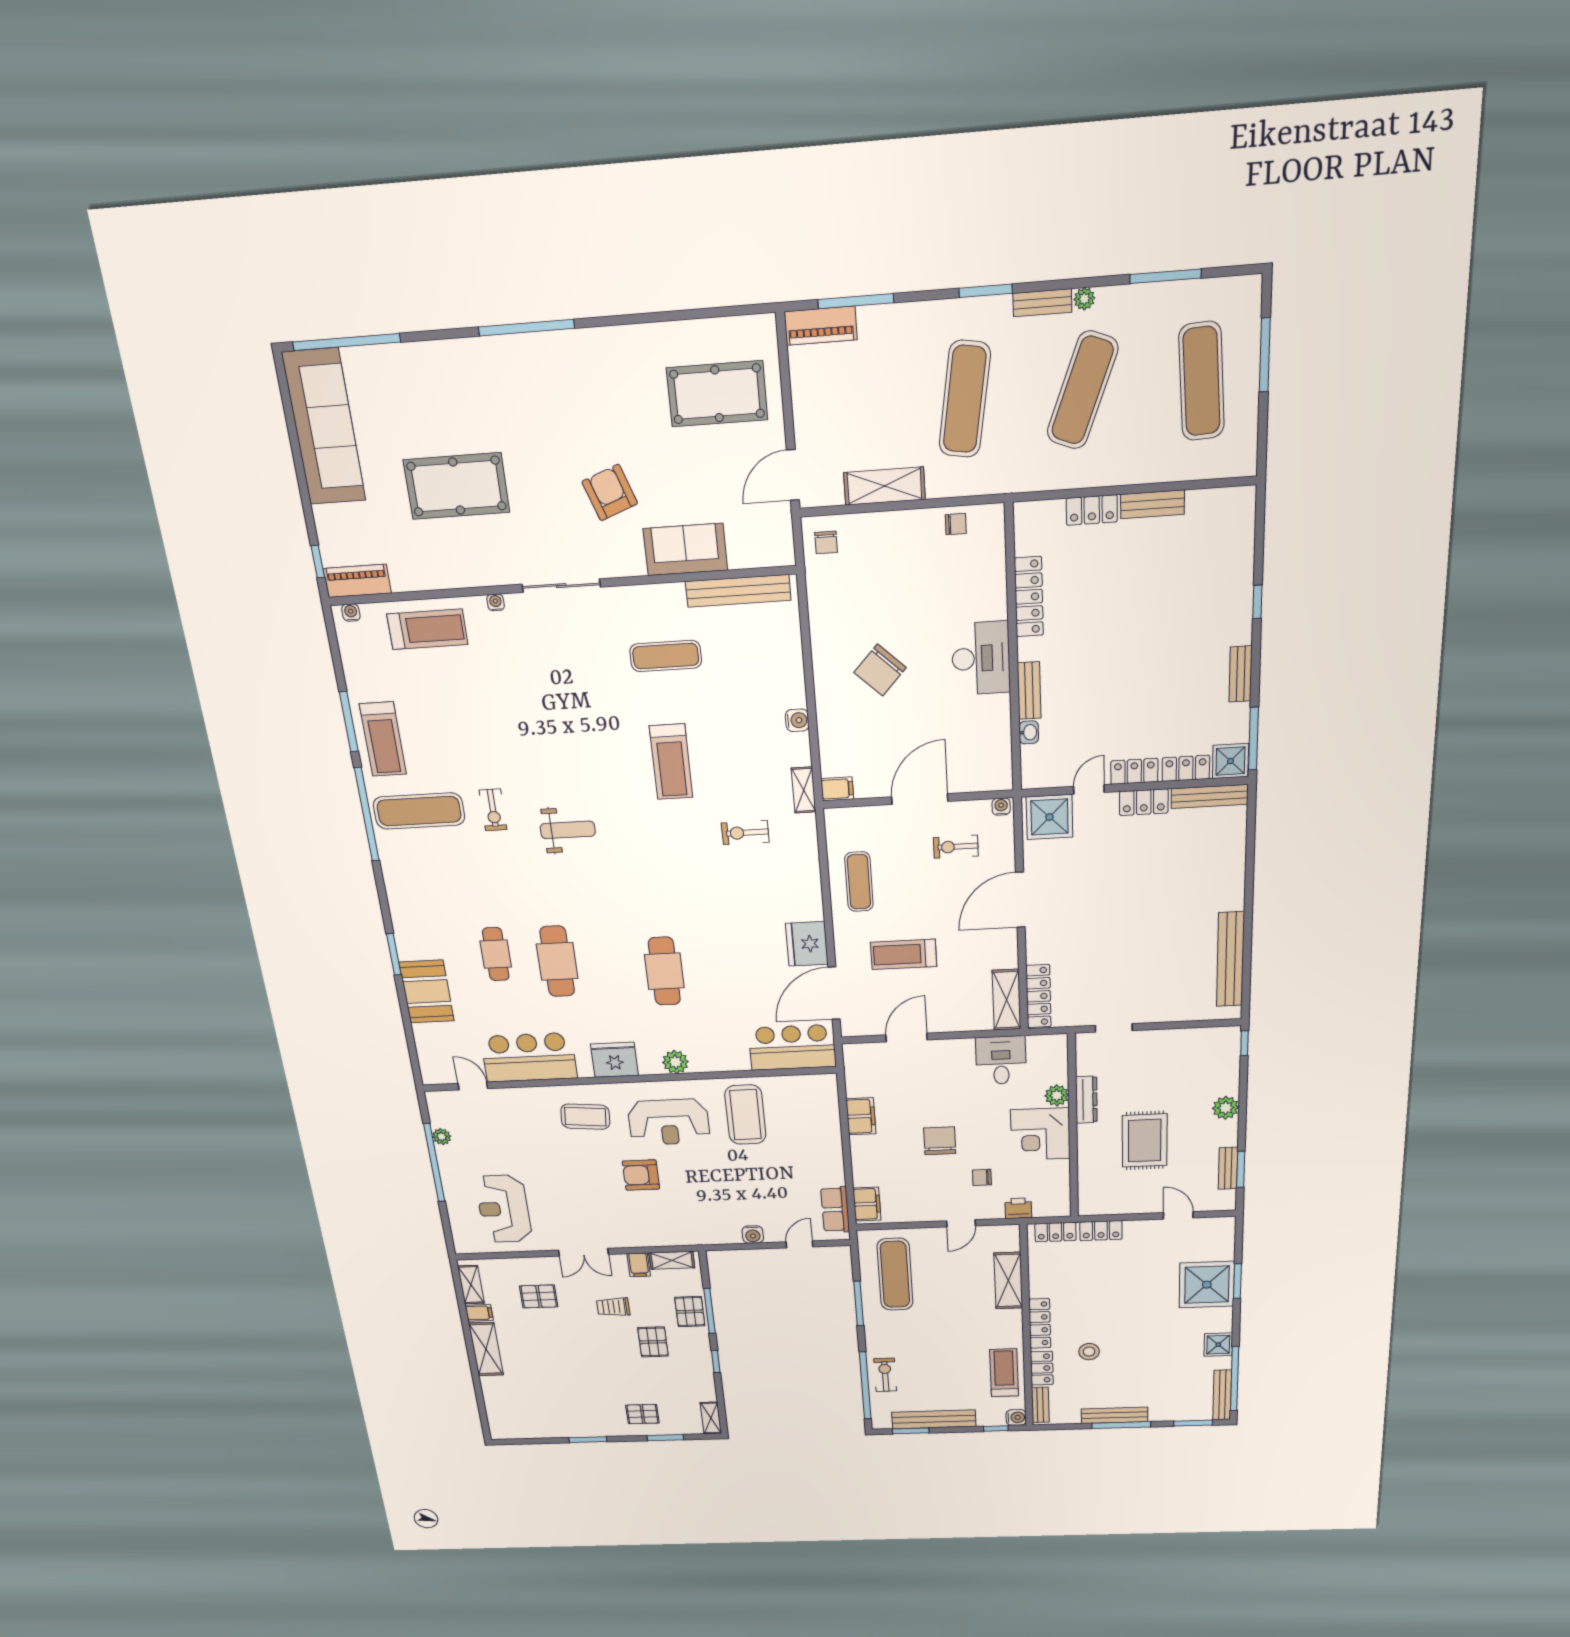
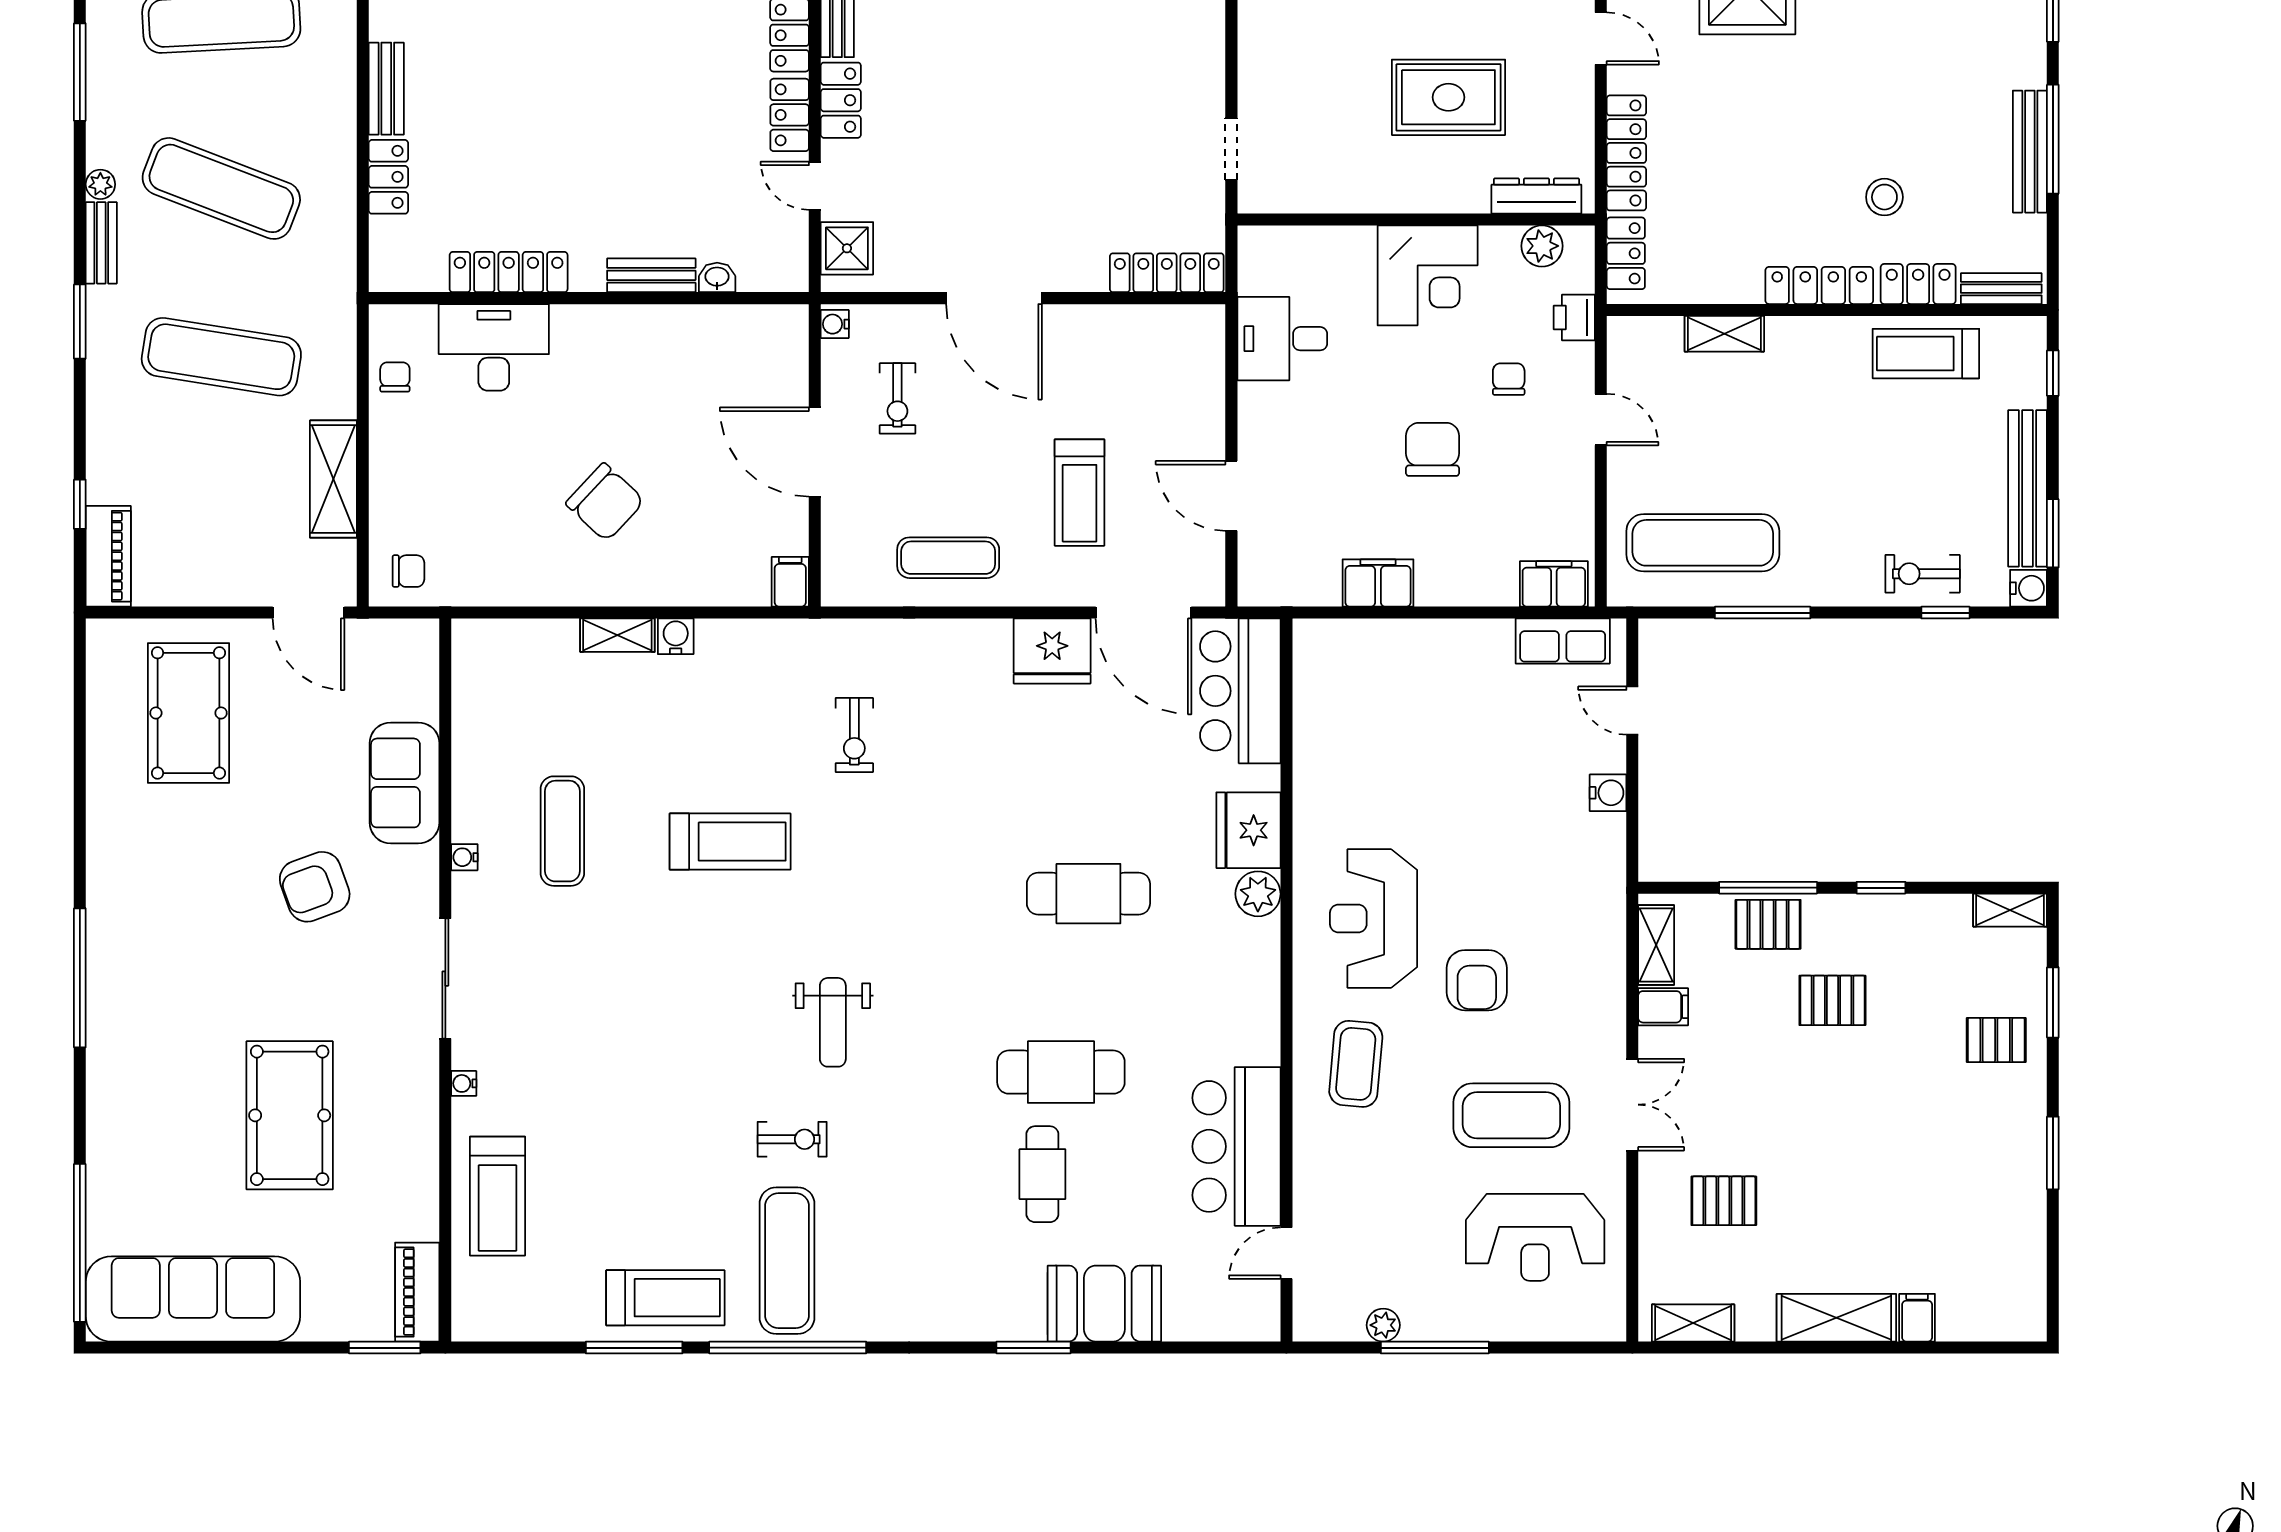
window: (856, 301) -> (80, 504), width x0.46
window: (318, 562) -> (385, 1348), width x1.50
bench: (738, 591) -> (471, 709), removed
water cooler: (351, 613) -> (464, 857), moved
treadmill: (427, 629) -> (498, 1196), turned 180
desk: (981, 658) -> (494, 347), moved
shelving: (804, 790) -> (617, 635), moved
shower: (1049, 817) -> (847, 248), width x0.73, depth x0.73
weight bench: (568, 830) -> (833, 1022), turned 180
cafe table: (496, 954) -> (1042, 1174), turned 90
shelving: (1006, 1000) -> (1171, 326), removed
fridge: (614, 1060) -> (1248, 830), moved
plant: (1057, 1095) -> (1542, 246), moved
dresser: (1086, 1100) -> (1536, 196), moved
coffee table: (745, 1115) -> (1511, 1115), moved
reception desk: (669, 1122) -> (1374, 918), turned 180
chair: (940, 1141) -> (1432, 449), turned 90
window: (434, 1163) -> (1435, 1348), width x0.68
chair: (982, 1177) -> (1509, 379), turned 180
door: (1178, 1215) -> (1601, 39), swing flipped
locker: (1101, 1231) -> (1626, 153), width x1.53
shelving: (1008, 1281) -> (1724, 334), width x0.67, depth x0.75
pallet: (539, 1296) -> (1724, 1201), turned 90
trolley: (613, 1307) -> (1752, 1065), removed
filing cabinet: (479, 1313) -> (1917, 1318), moved
window: (865, 1386) -> (1945, 613), width x0.32
pallet: (642, 1414) -> (1996, 1040), turned 90
water cooler: (1016, 1417) -> (2029, 588), moved, turned 90

